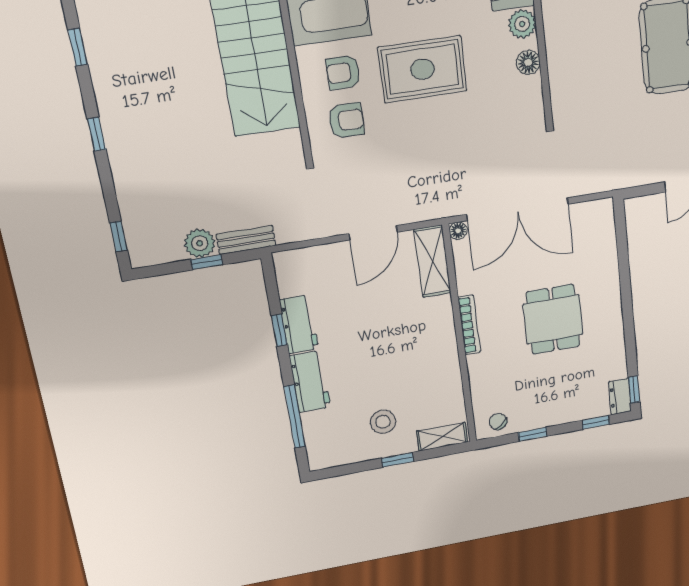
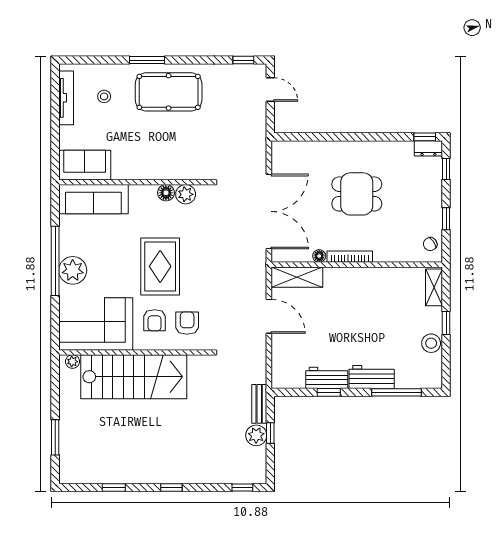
plant: (522, 24) -> (186, 194), moved
floor lamp: (458, 231) -> (319, 256), moved
stool: (383, 422) -> (431, 343), moved

